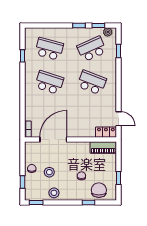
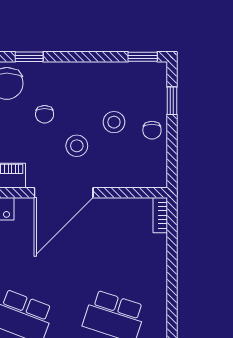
door: (53, 140) -> (64, 193), moved
stool: (54, 193) -> (77, 146), moved

